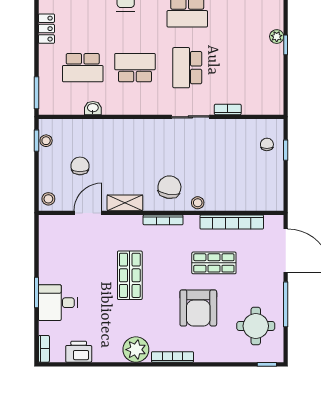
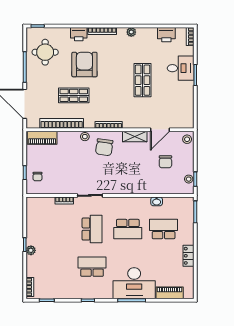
piano: (260, 201) -> (42, 138), added
shop shelf: (130, 275) -> (143, 80), moved
plant: (136, 350) -> (131, 32), width x0.53, depth x0.53
printer: (207, 352) -> (79, 34), added

